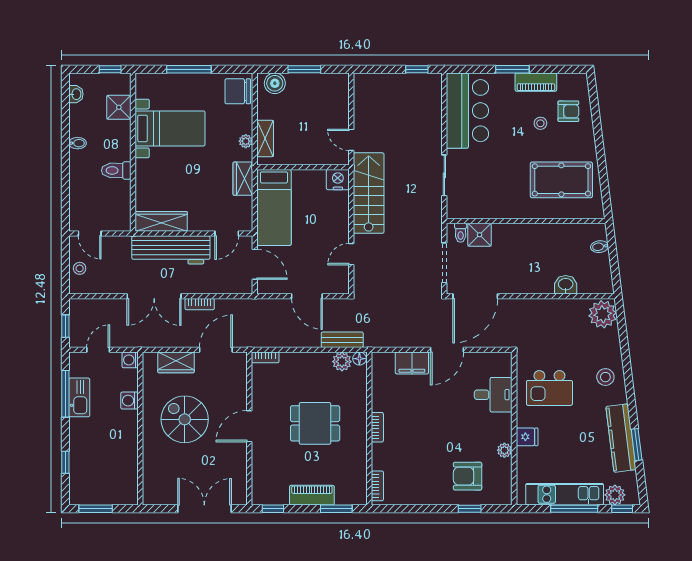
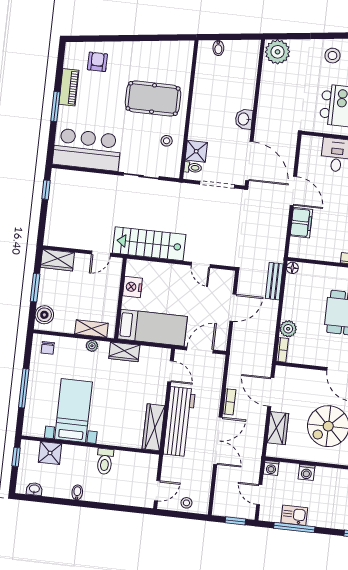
chair: (238, 91) -> (48, 348), width x0.54, depth x0.54
wardrobe: (339, 91) -> (57, 260), added
stool: (540, 123) -> (167, 141), moved
nightstand: (338, 180) -> (132, 287), moved
pool table: (561, 180) -> (153, 98), moved, turned 90
washbasin: (566, 285) -> (244, 119), moved
plant: (342, 362) -> (288, 329), moved
kitchen sink: (79, 397) -> (294, 515), width x0.73

